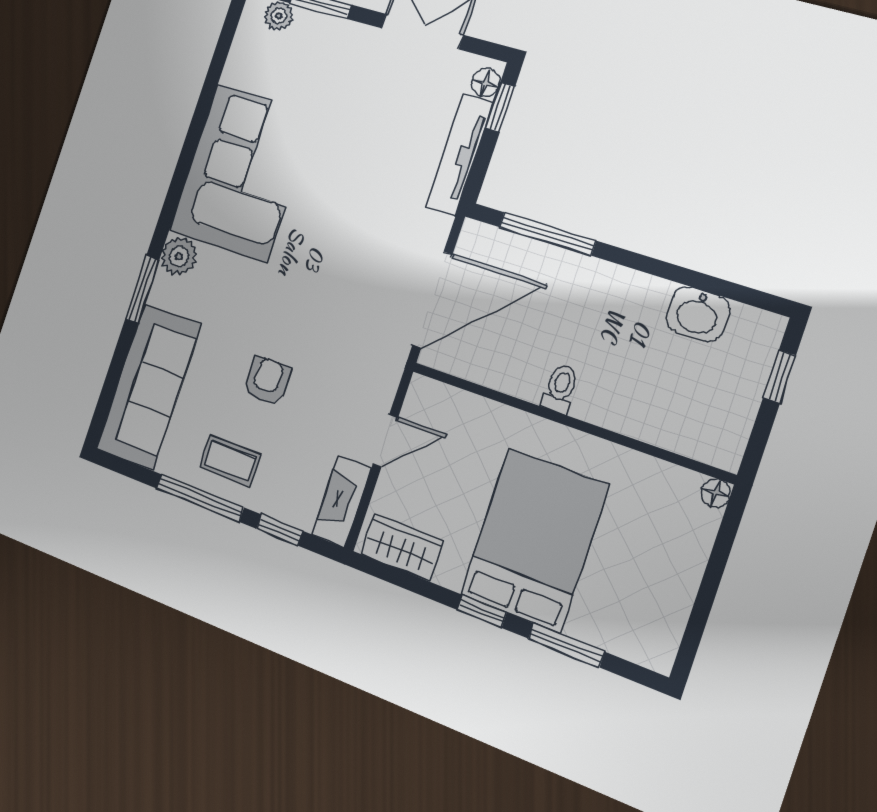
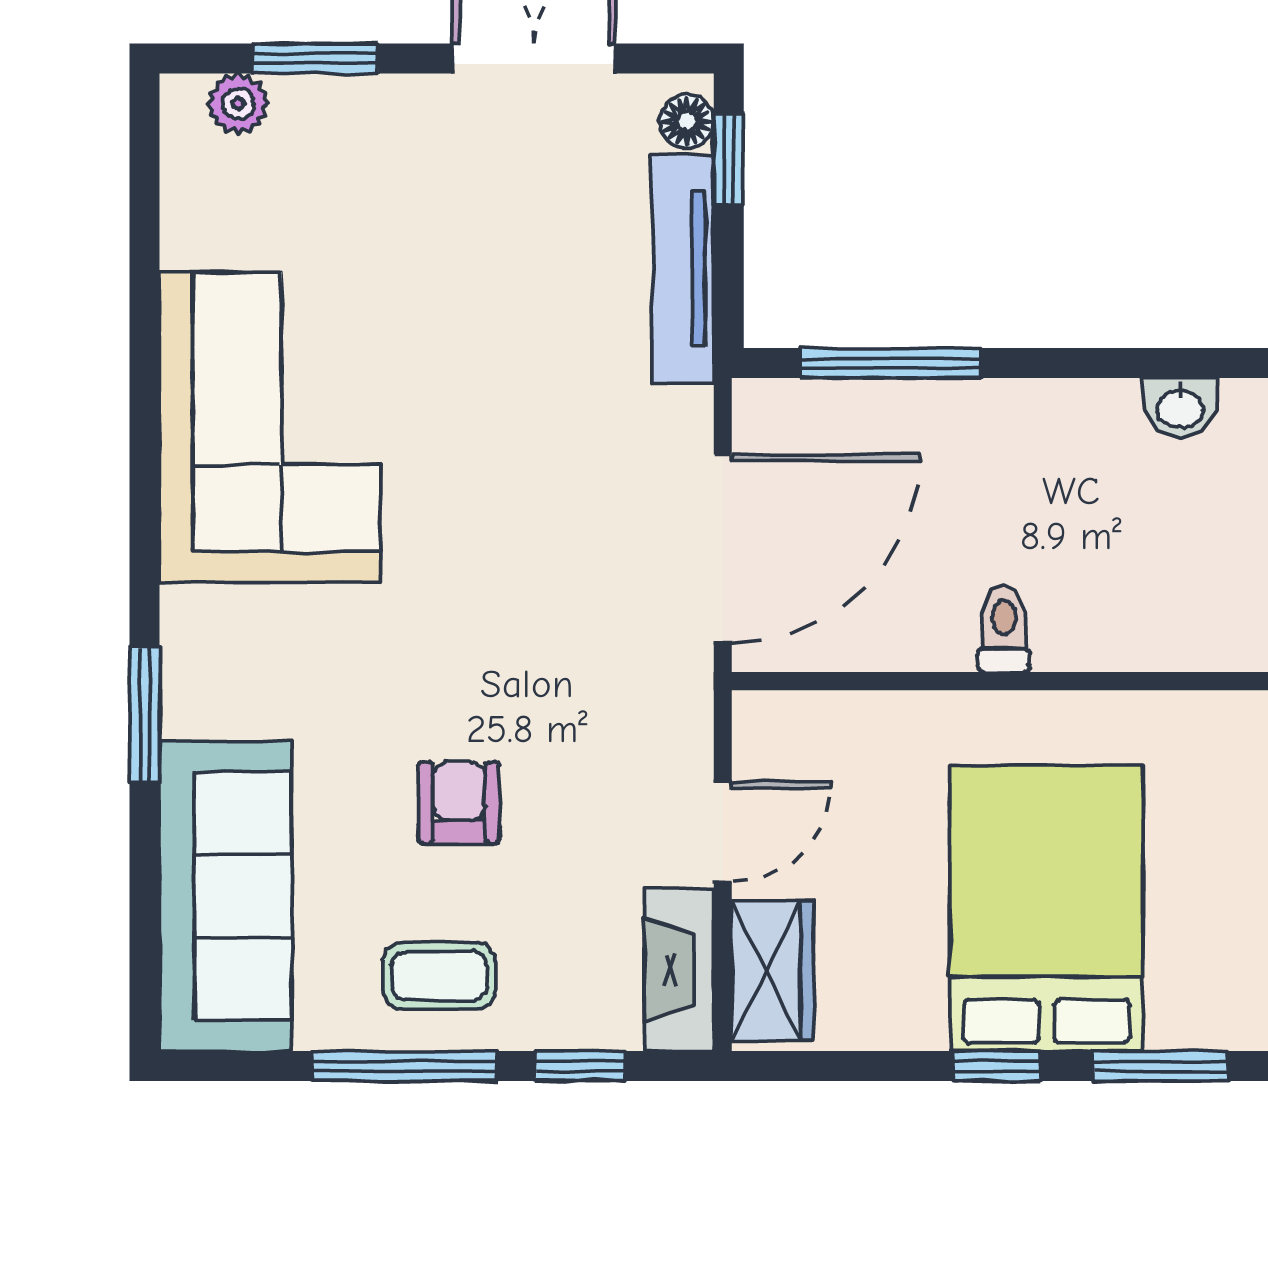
plant: (179, 256) -> (198, 627), removed
washbasin: (698, 314) -> (1180, 408), width x0.72, depth x0.69
wardrobe: (402, 547) -> (773, 971), moved, turned 90

